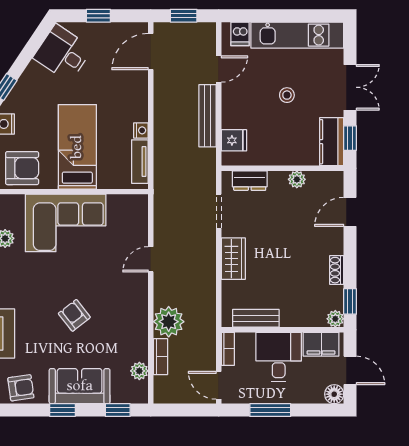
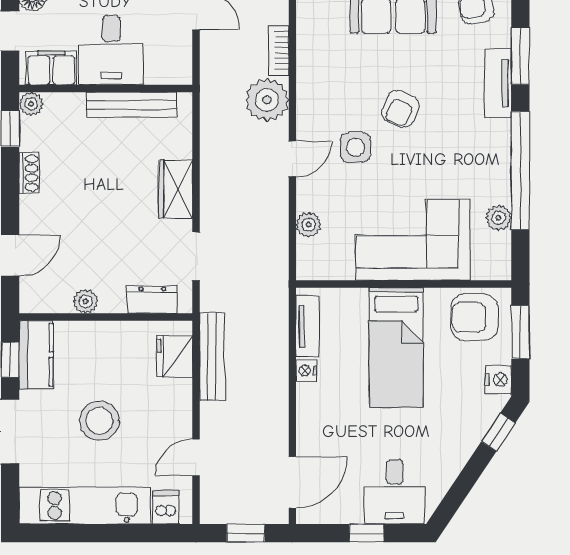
desk: (63, 53) -> (395, 492), moved, turned 56
stool: (287, 95) -> (100, 421), width x1.89, depth x1.89
bench: (207, 116) -> (212, 357), moved
fridge: (234, 140) -> (175, 357), width x1.38
door: (151, 259) -> (292, 159), moved
side table: (106, 288) -> (356, 147), added
armchair: (74, 315) -> (401, 109), turned 61
bench: (256, 318) -> (132, 105), width x1.36
bookcase: (228, 349) -> (183, 61), removed
plant: (139, 371) -> (309, 225), moved

